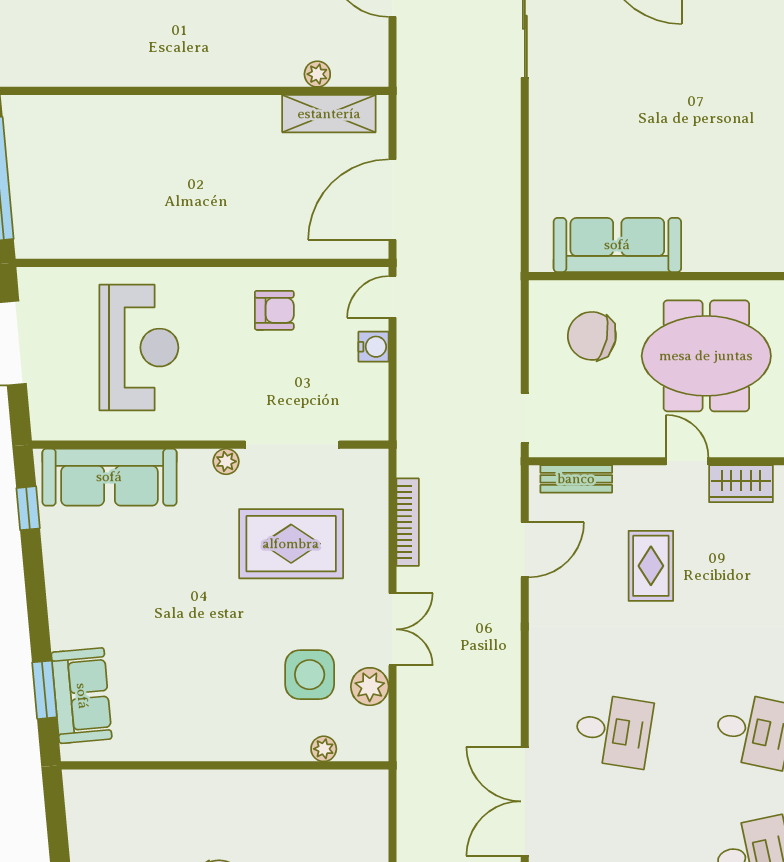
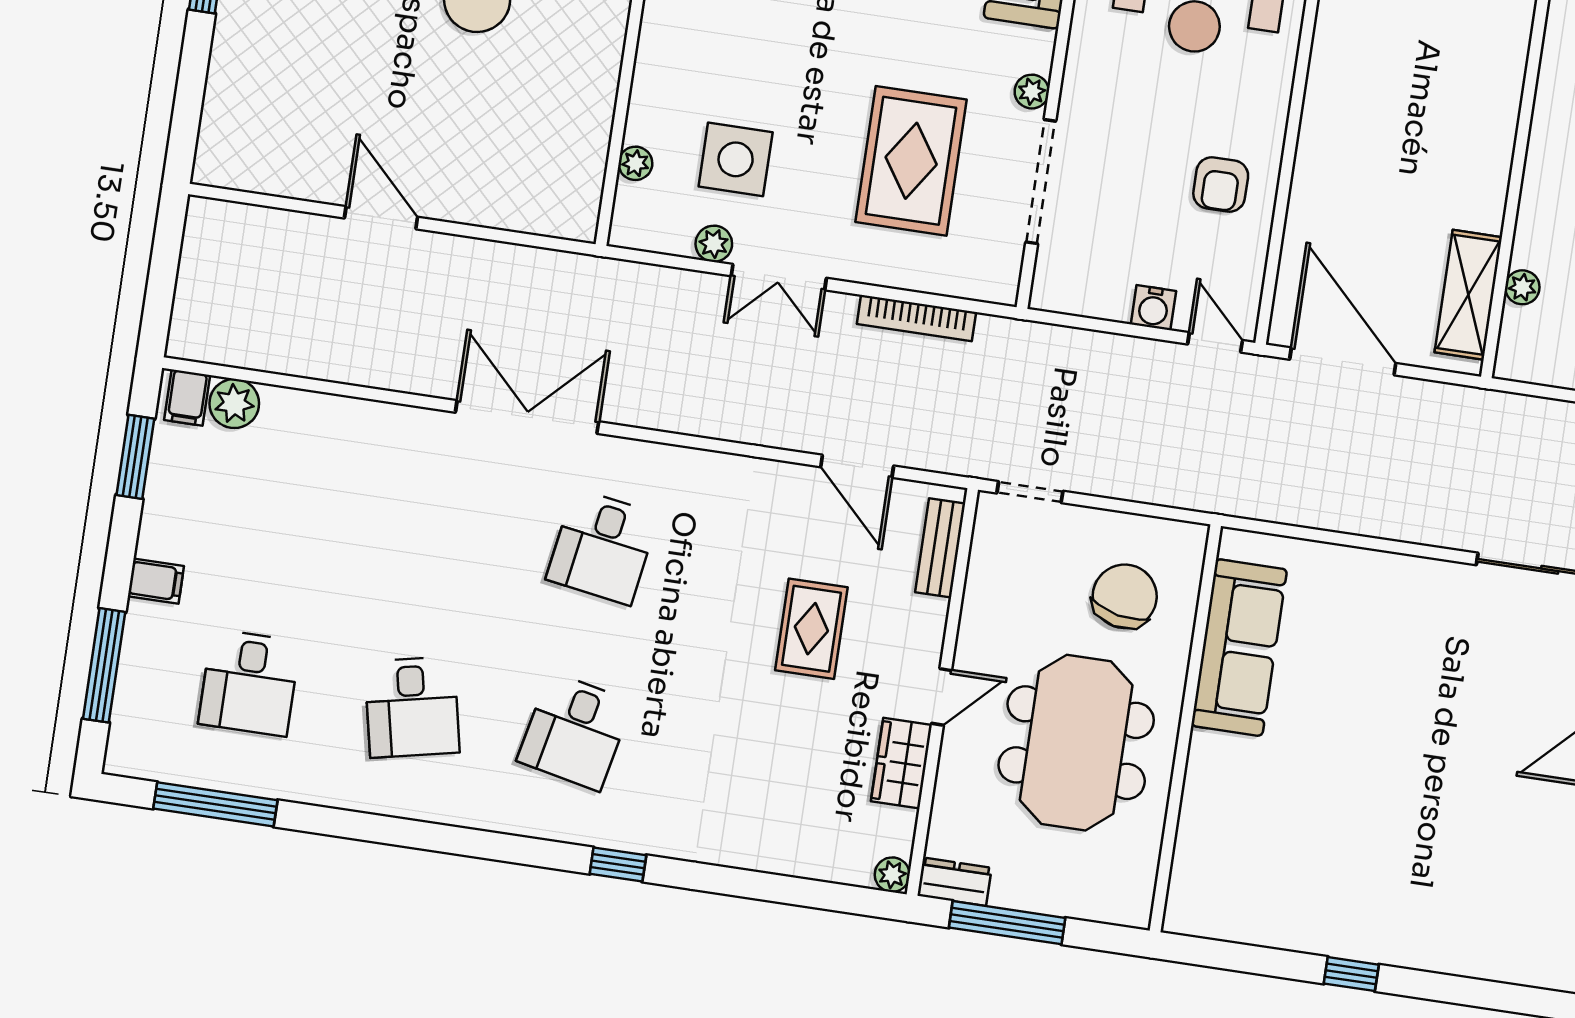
rug: (651, 566) -> (811, 629), turned 90
plant: (370, 687) -> (714, 244), width x0.73, depth x0.73

